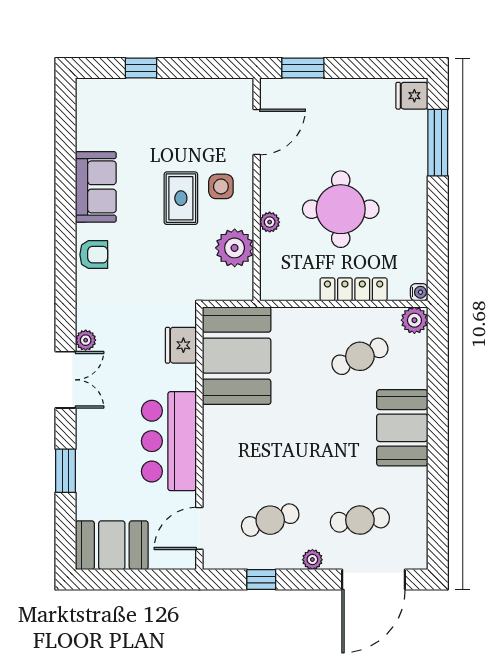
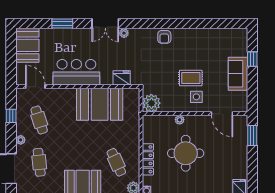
sofa: (96, 187) -> (238, 74), moved, turned 90
plant: (235, 248) -> (151, 103), moved
booth: (237, 356) -> (100, 104), moved

